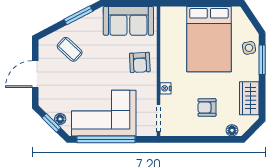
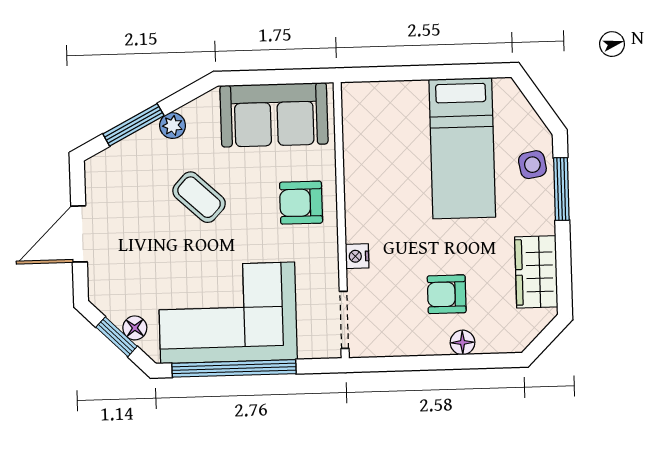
window: (78, 15) -> (133, 125), moved
plant: (81, 25) -> (173, 126), added
bed: (209, 39) -> (462, 148), width x0.67
coffee table: (70, 49) -> (199, 197), moved
armchair: (140, 62) -> (301, 203), turned 93
floor lamp: (232, 130) -> (462, 342), moved

